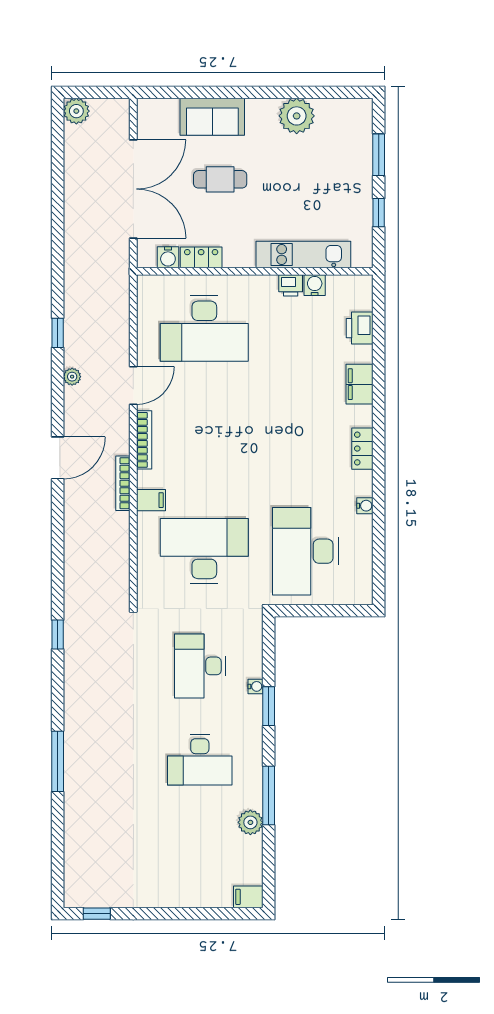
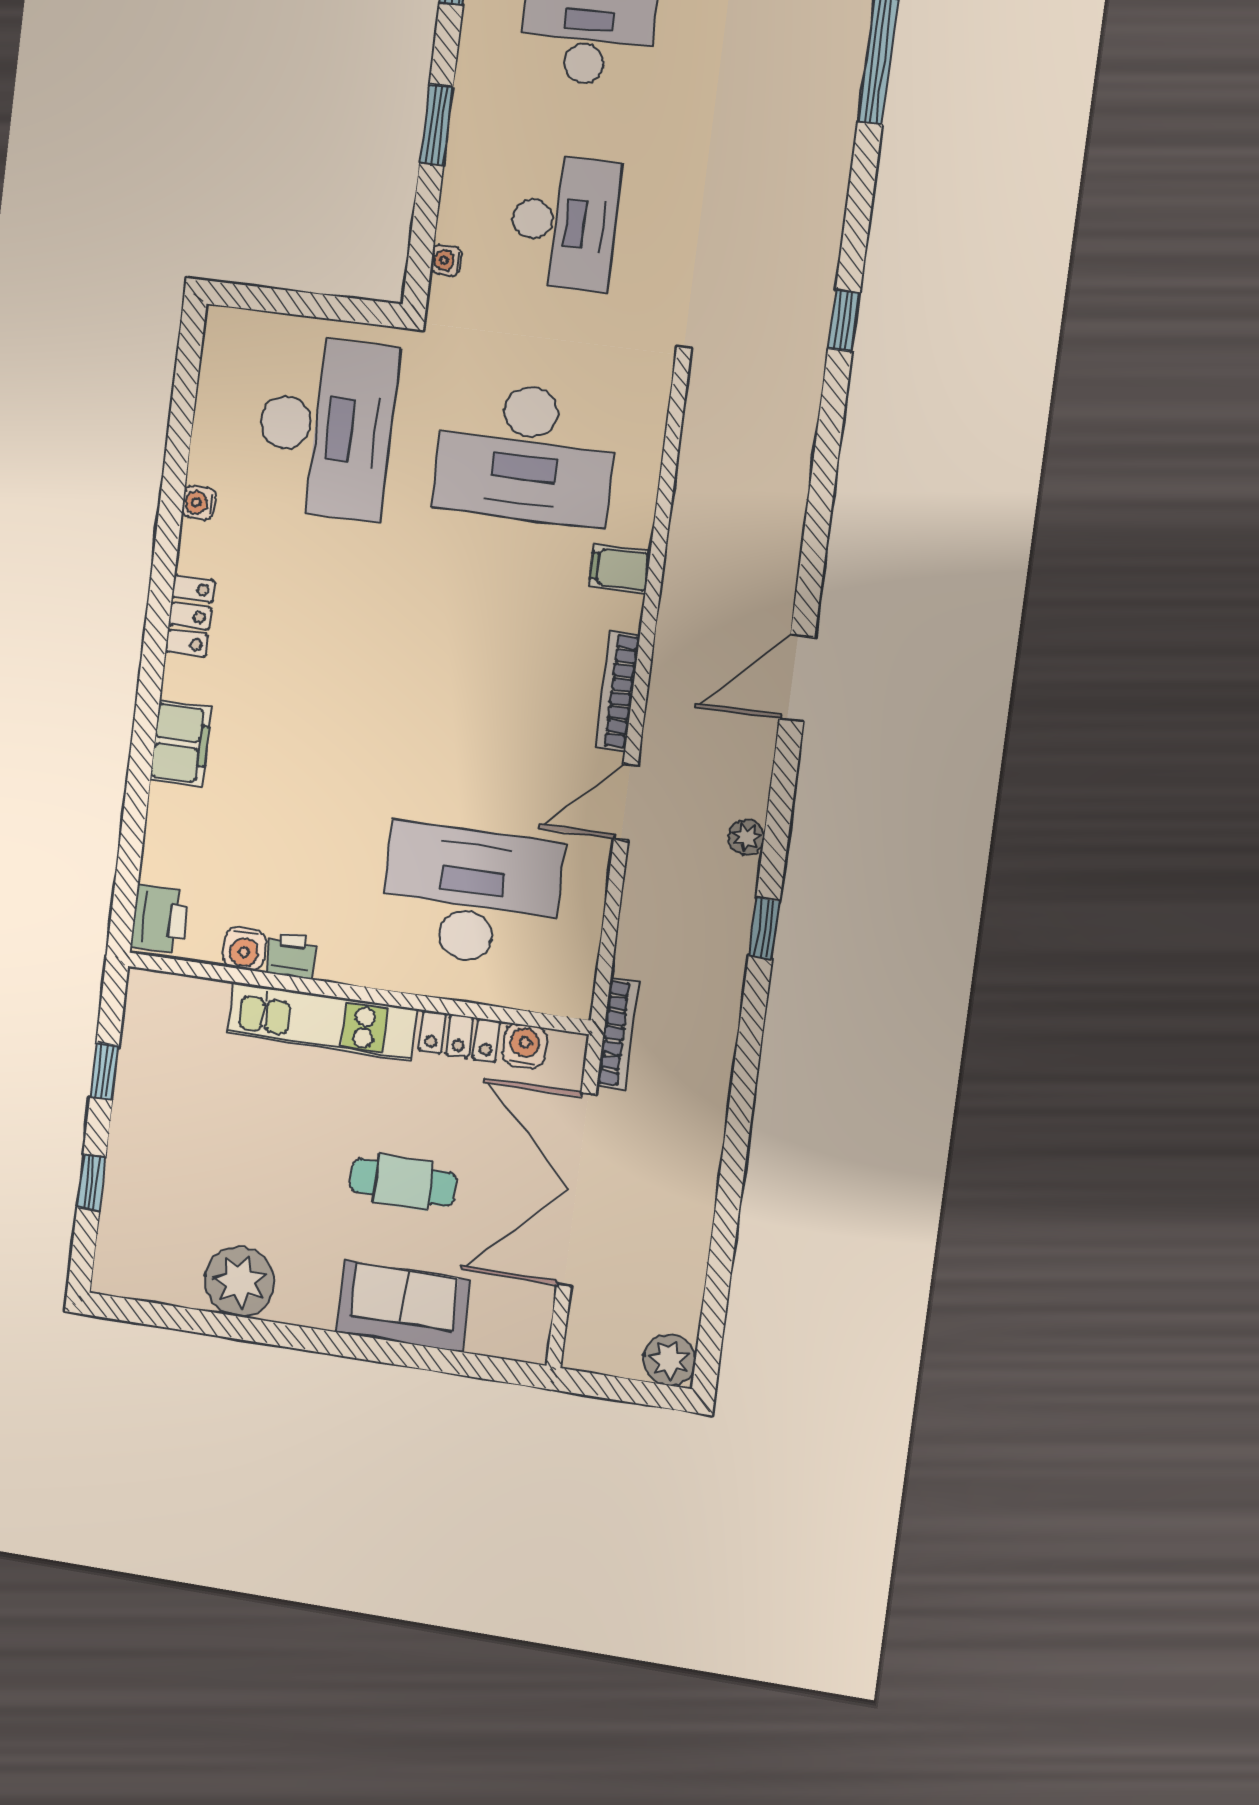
window: (379, 155) -> (91, 1182), width x0.67
kitchen unit: (303, 254) -> (322, 1021), moved
printer: (360, 328) -> (160, 919), moved
bookcase: (123, 483) -> (617, 1033), moved
water cooler: (256, 686) -> (446, 260), moved

